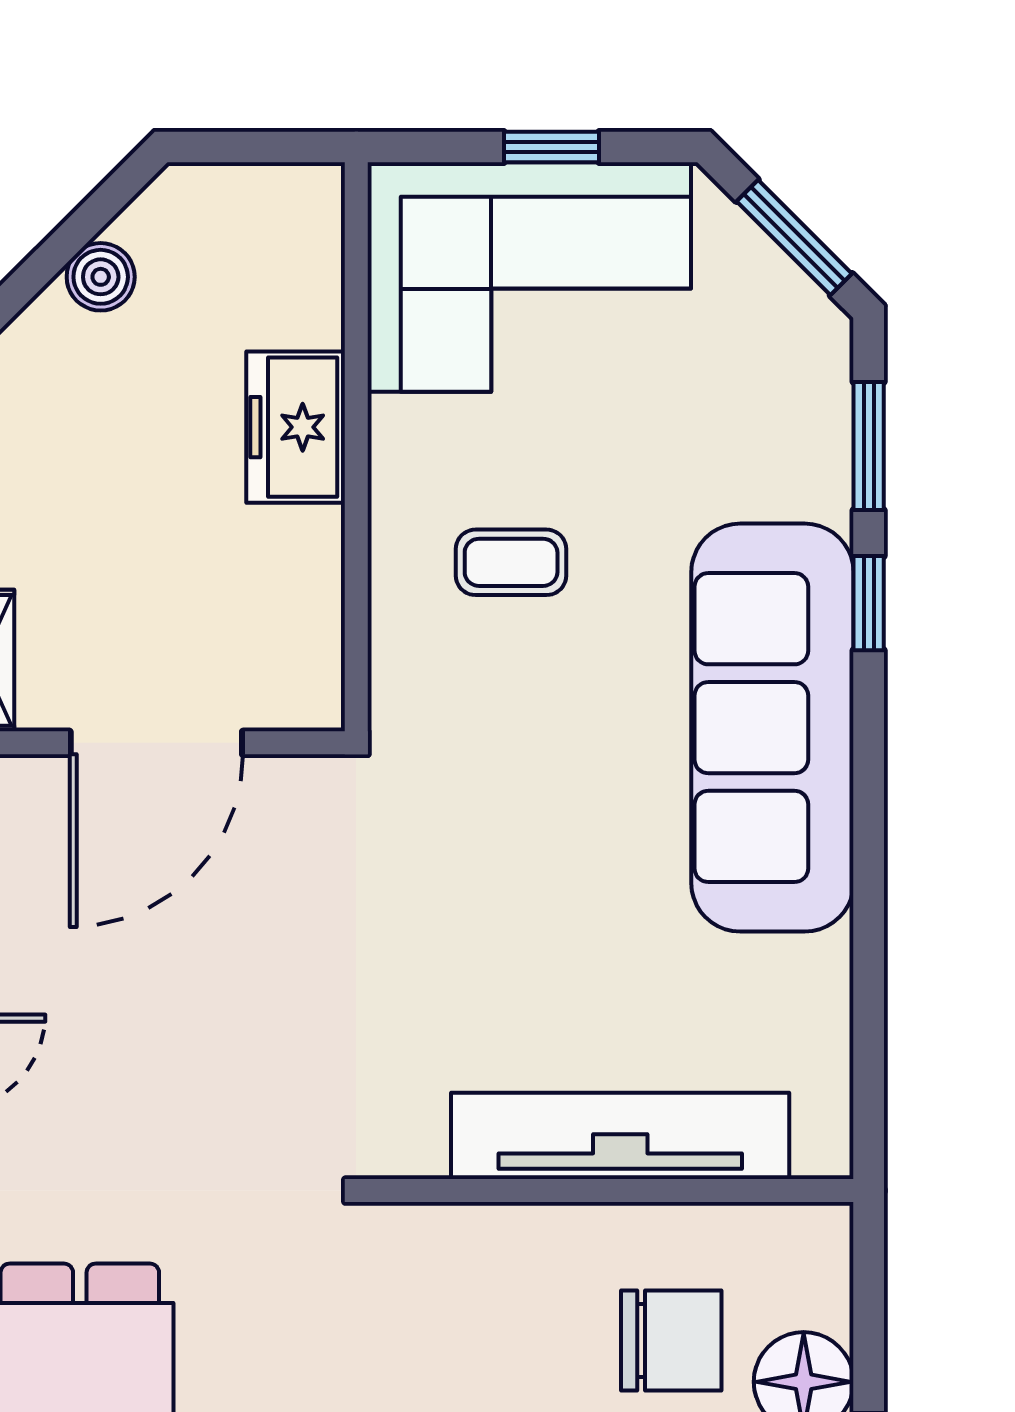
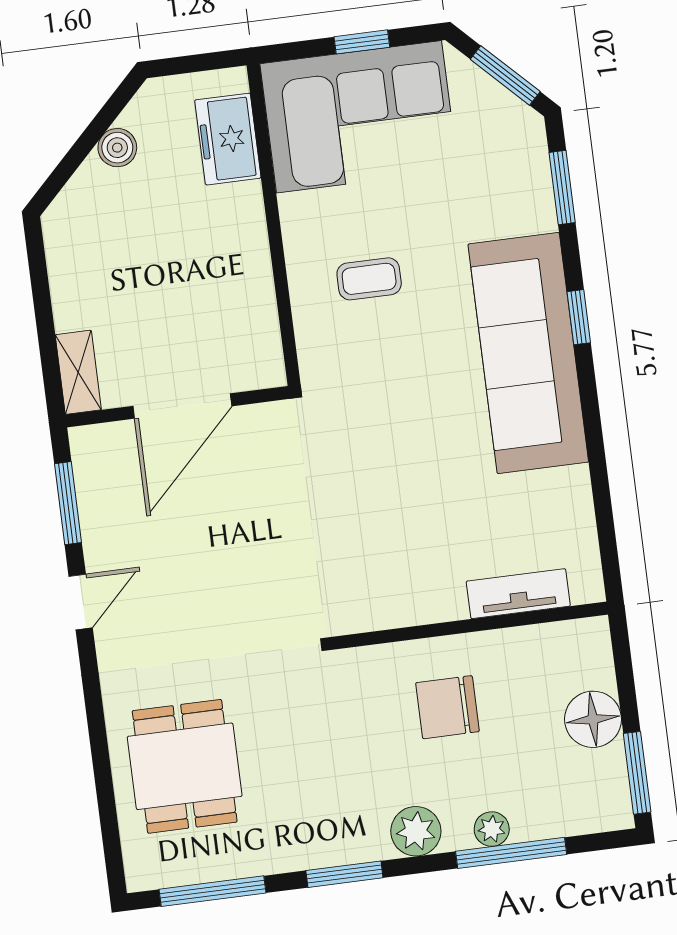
freezer: (296, 427) -> (228, 139), moved
window: (869, 603) -> (579, 317), moved
tv unit: (620, 1136) -> (518, 594), width x0.52, depth x0.78
chair: (671, 1340) -> (447, 707), moved, turned 180

